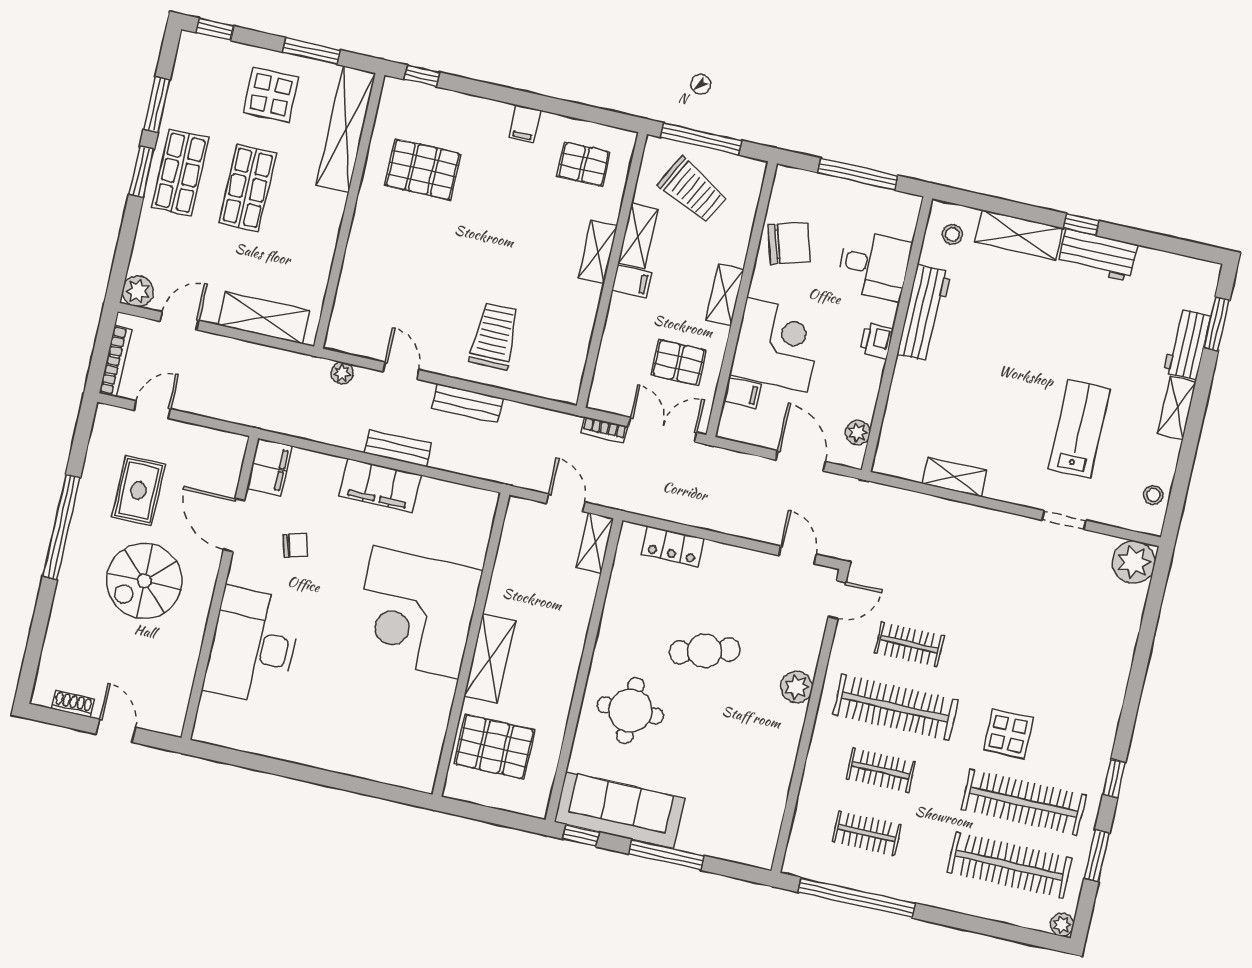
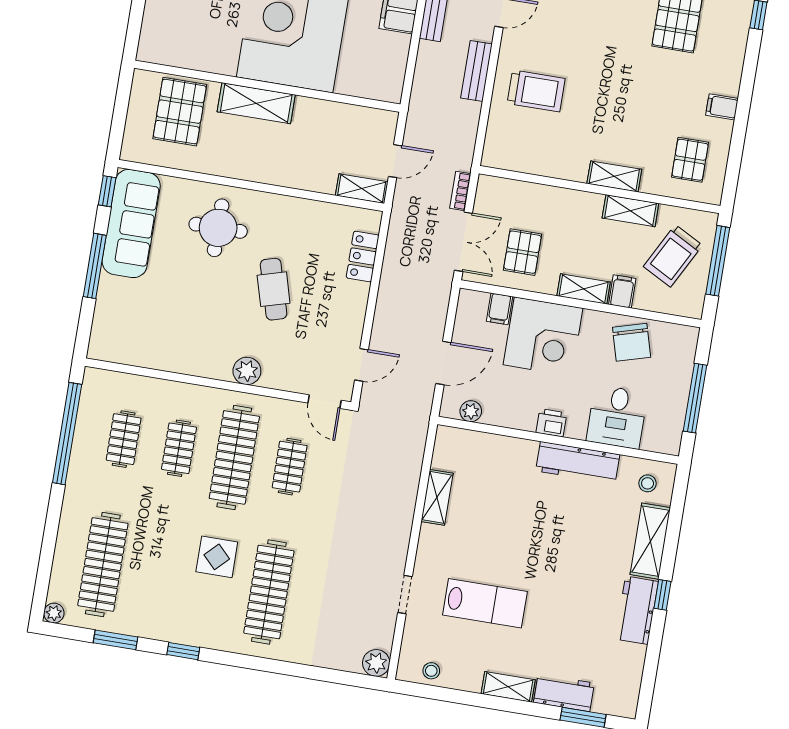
filing cabinet: (632, 282) -> (622, 291), moved, turned 180
plant: (1134, 562) -> (376, 663), width x0.73, depth x0.73
clothes rail: (1024, 802) -> (269, 592), moved

